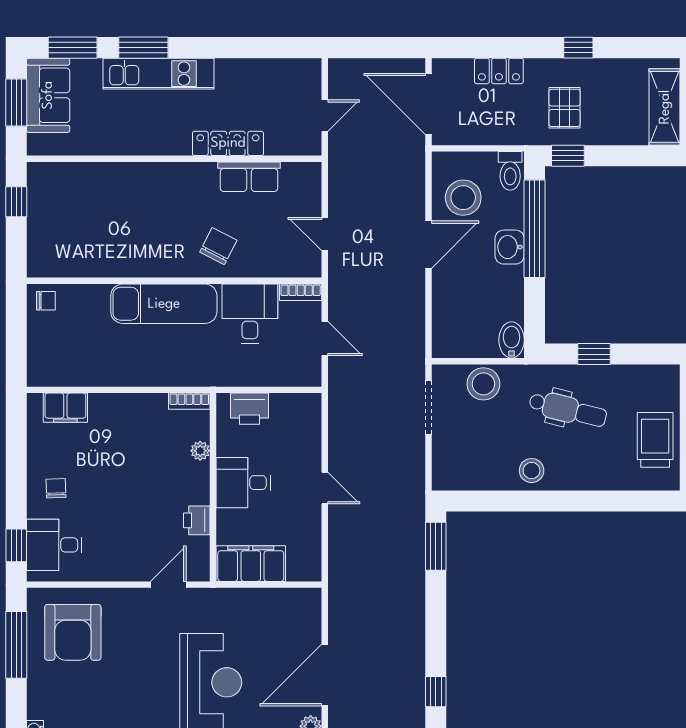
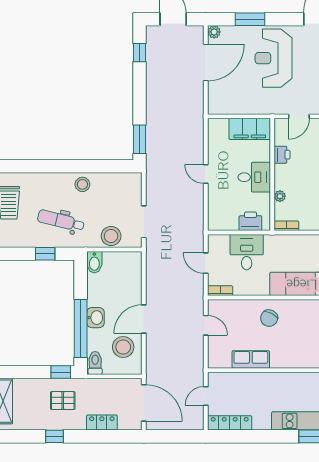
pallet: (565, 108) -> (63, 401), turned 90
locker: (228, 143) -> (230, 423), moved, turned 180
desk: (250, 314) -> (247, 252), moved, turned 180

